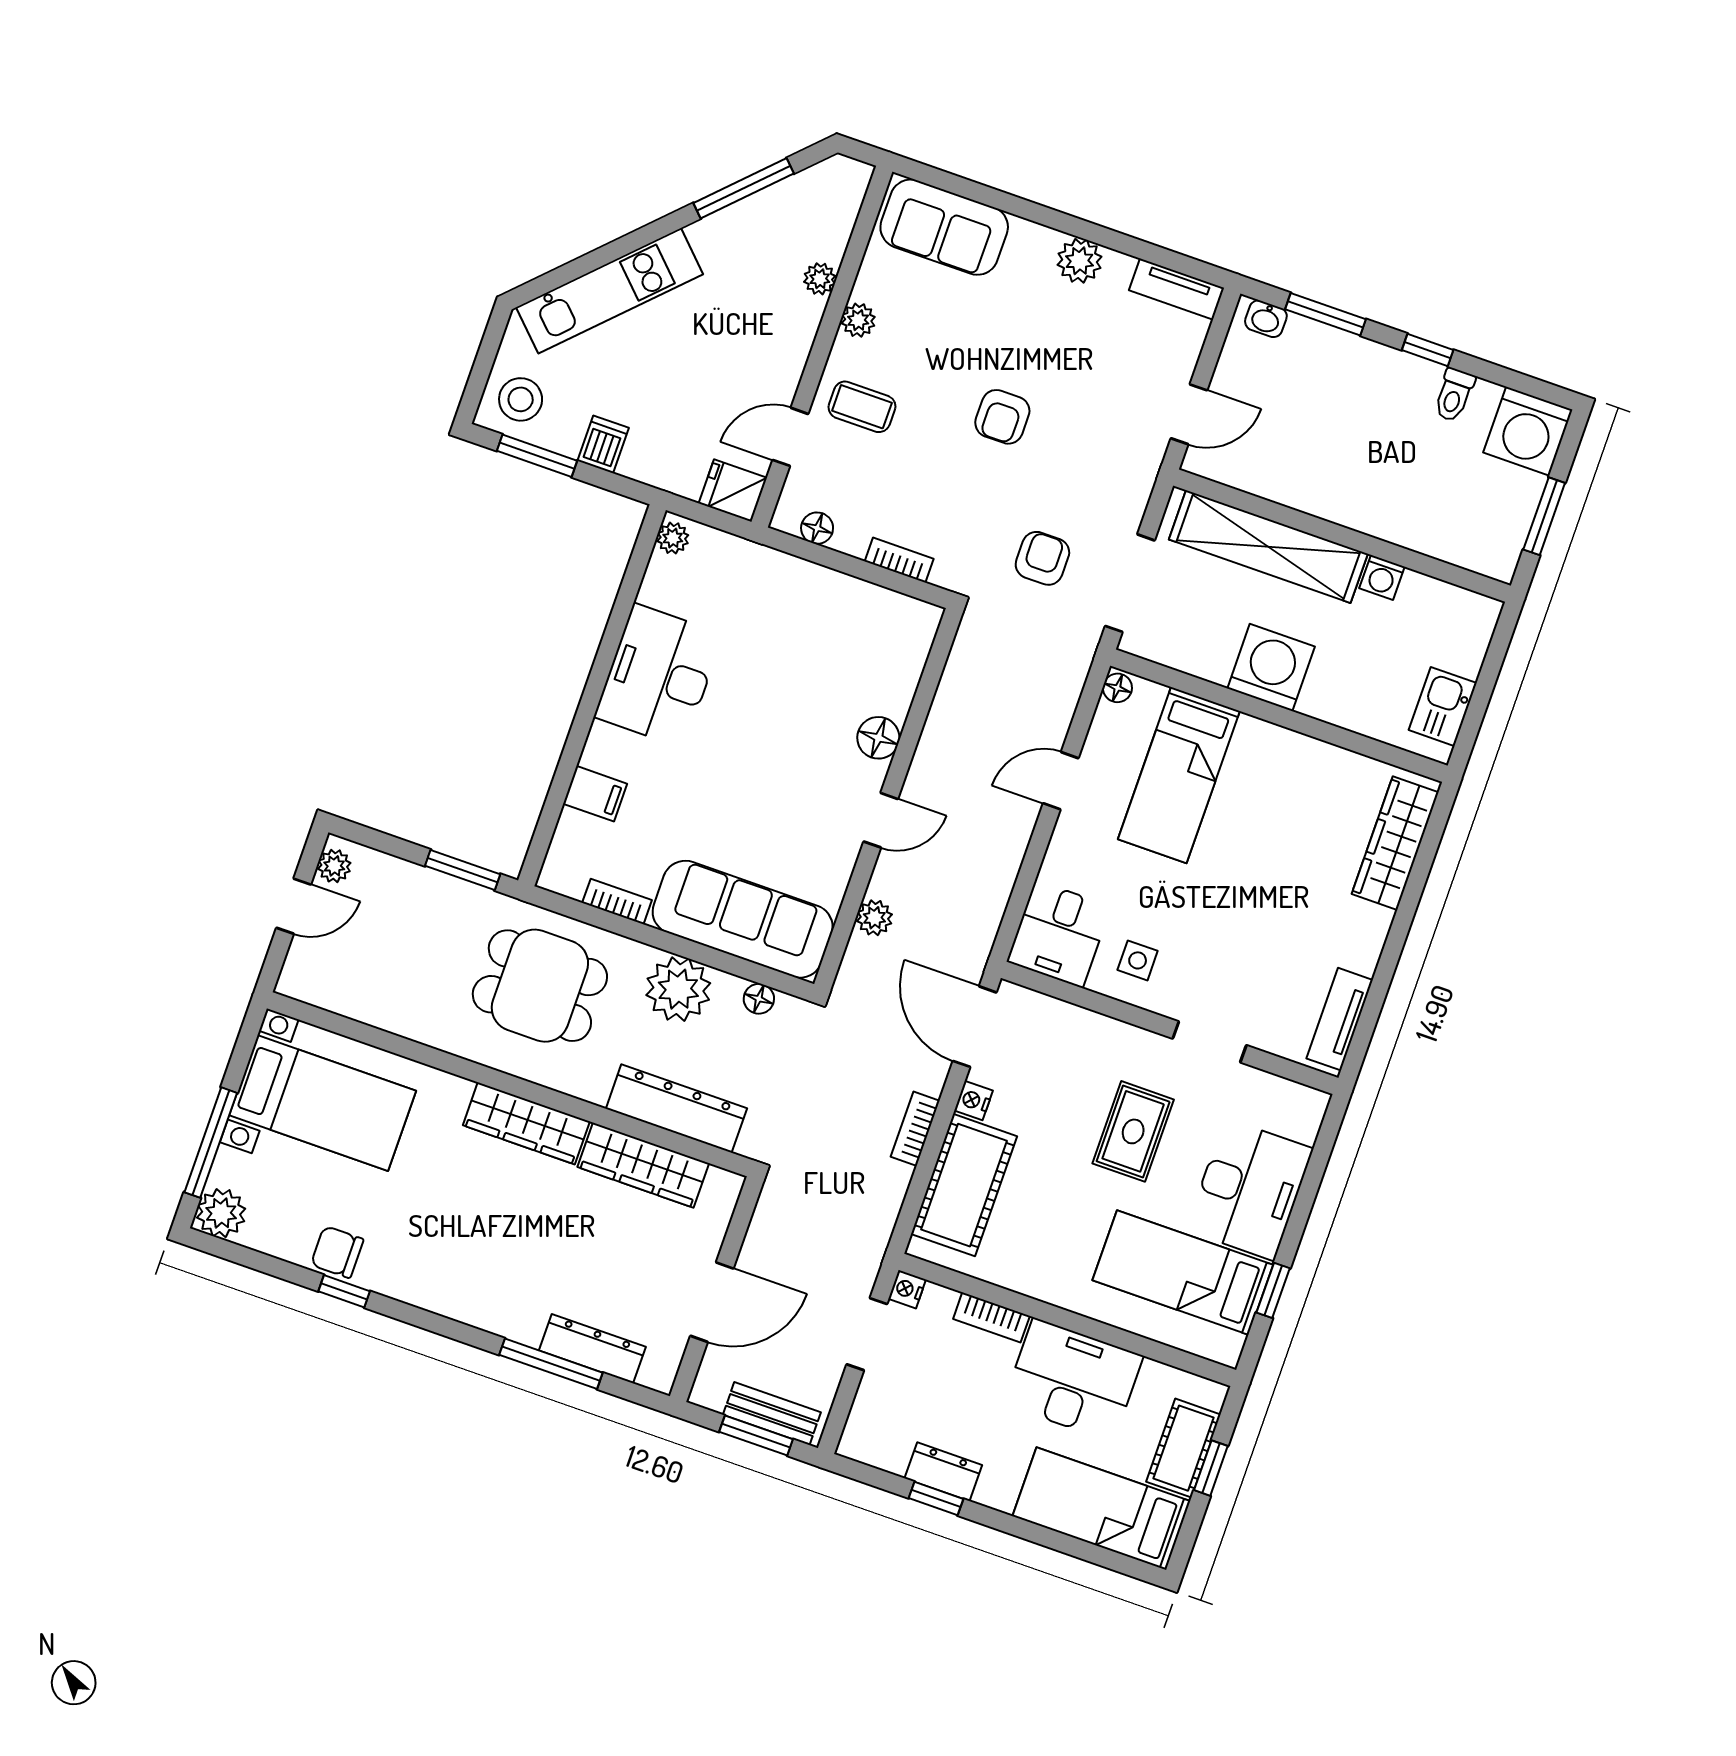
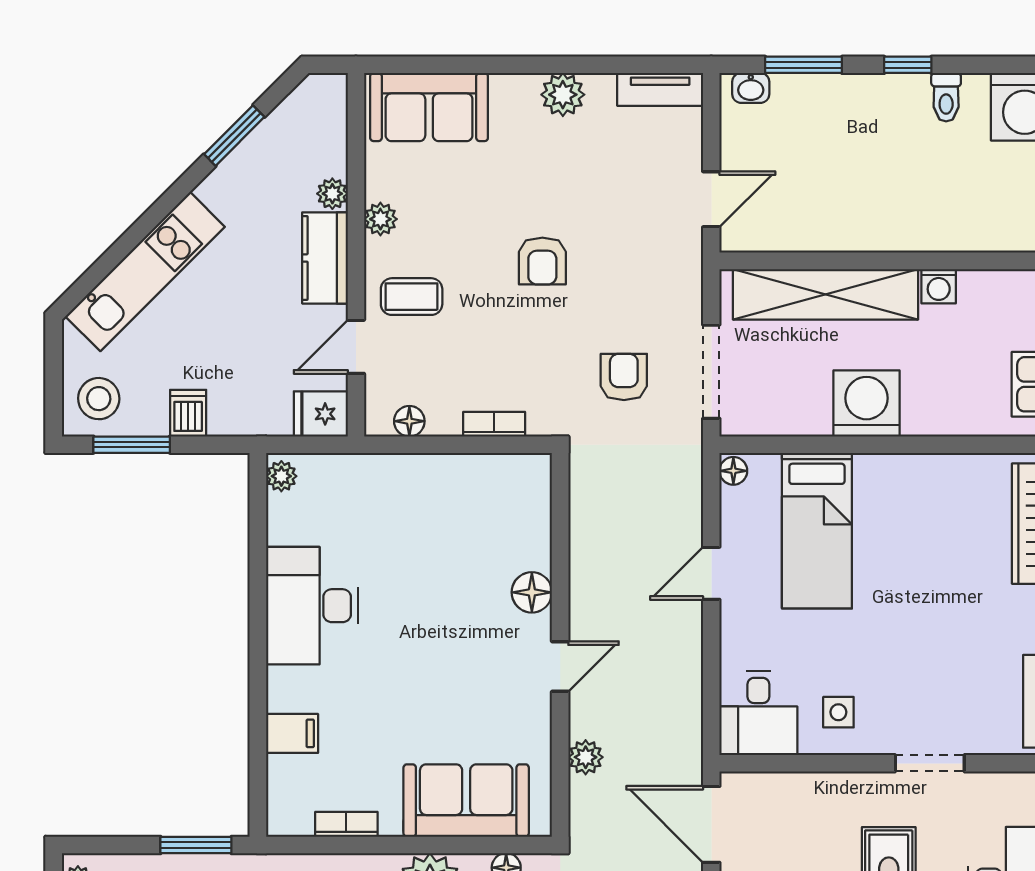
window: (744, 188) -> (234, 136), width x0.69
kitchen counter: (790, 339) -> (325, 258), added
sofa: (743, 919) -> (466, 801), width x0.73

